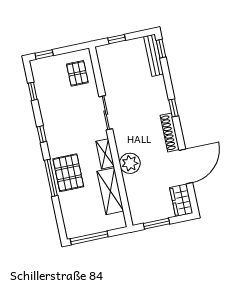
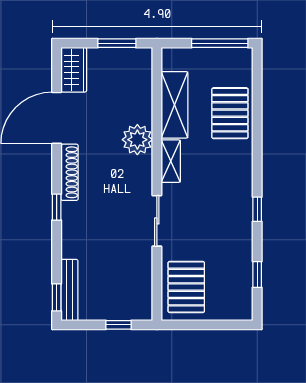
window: (44, 54) -> (229, 325), removed
pallet: (77, 73) -> (186, 287), width x1.50, depth x1.42
pallet: (68, 173) -> (230, 113), moved
window: (51, 178) -> (257, 143), removed

